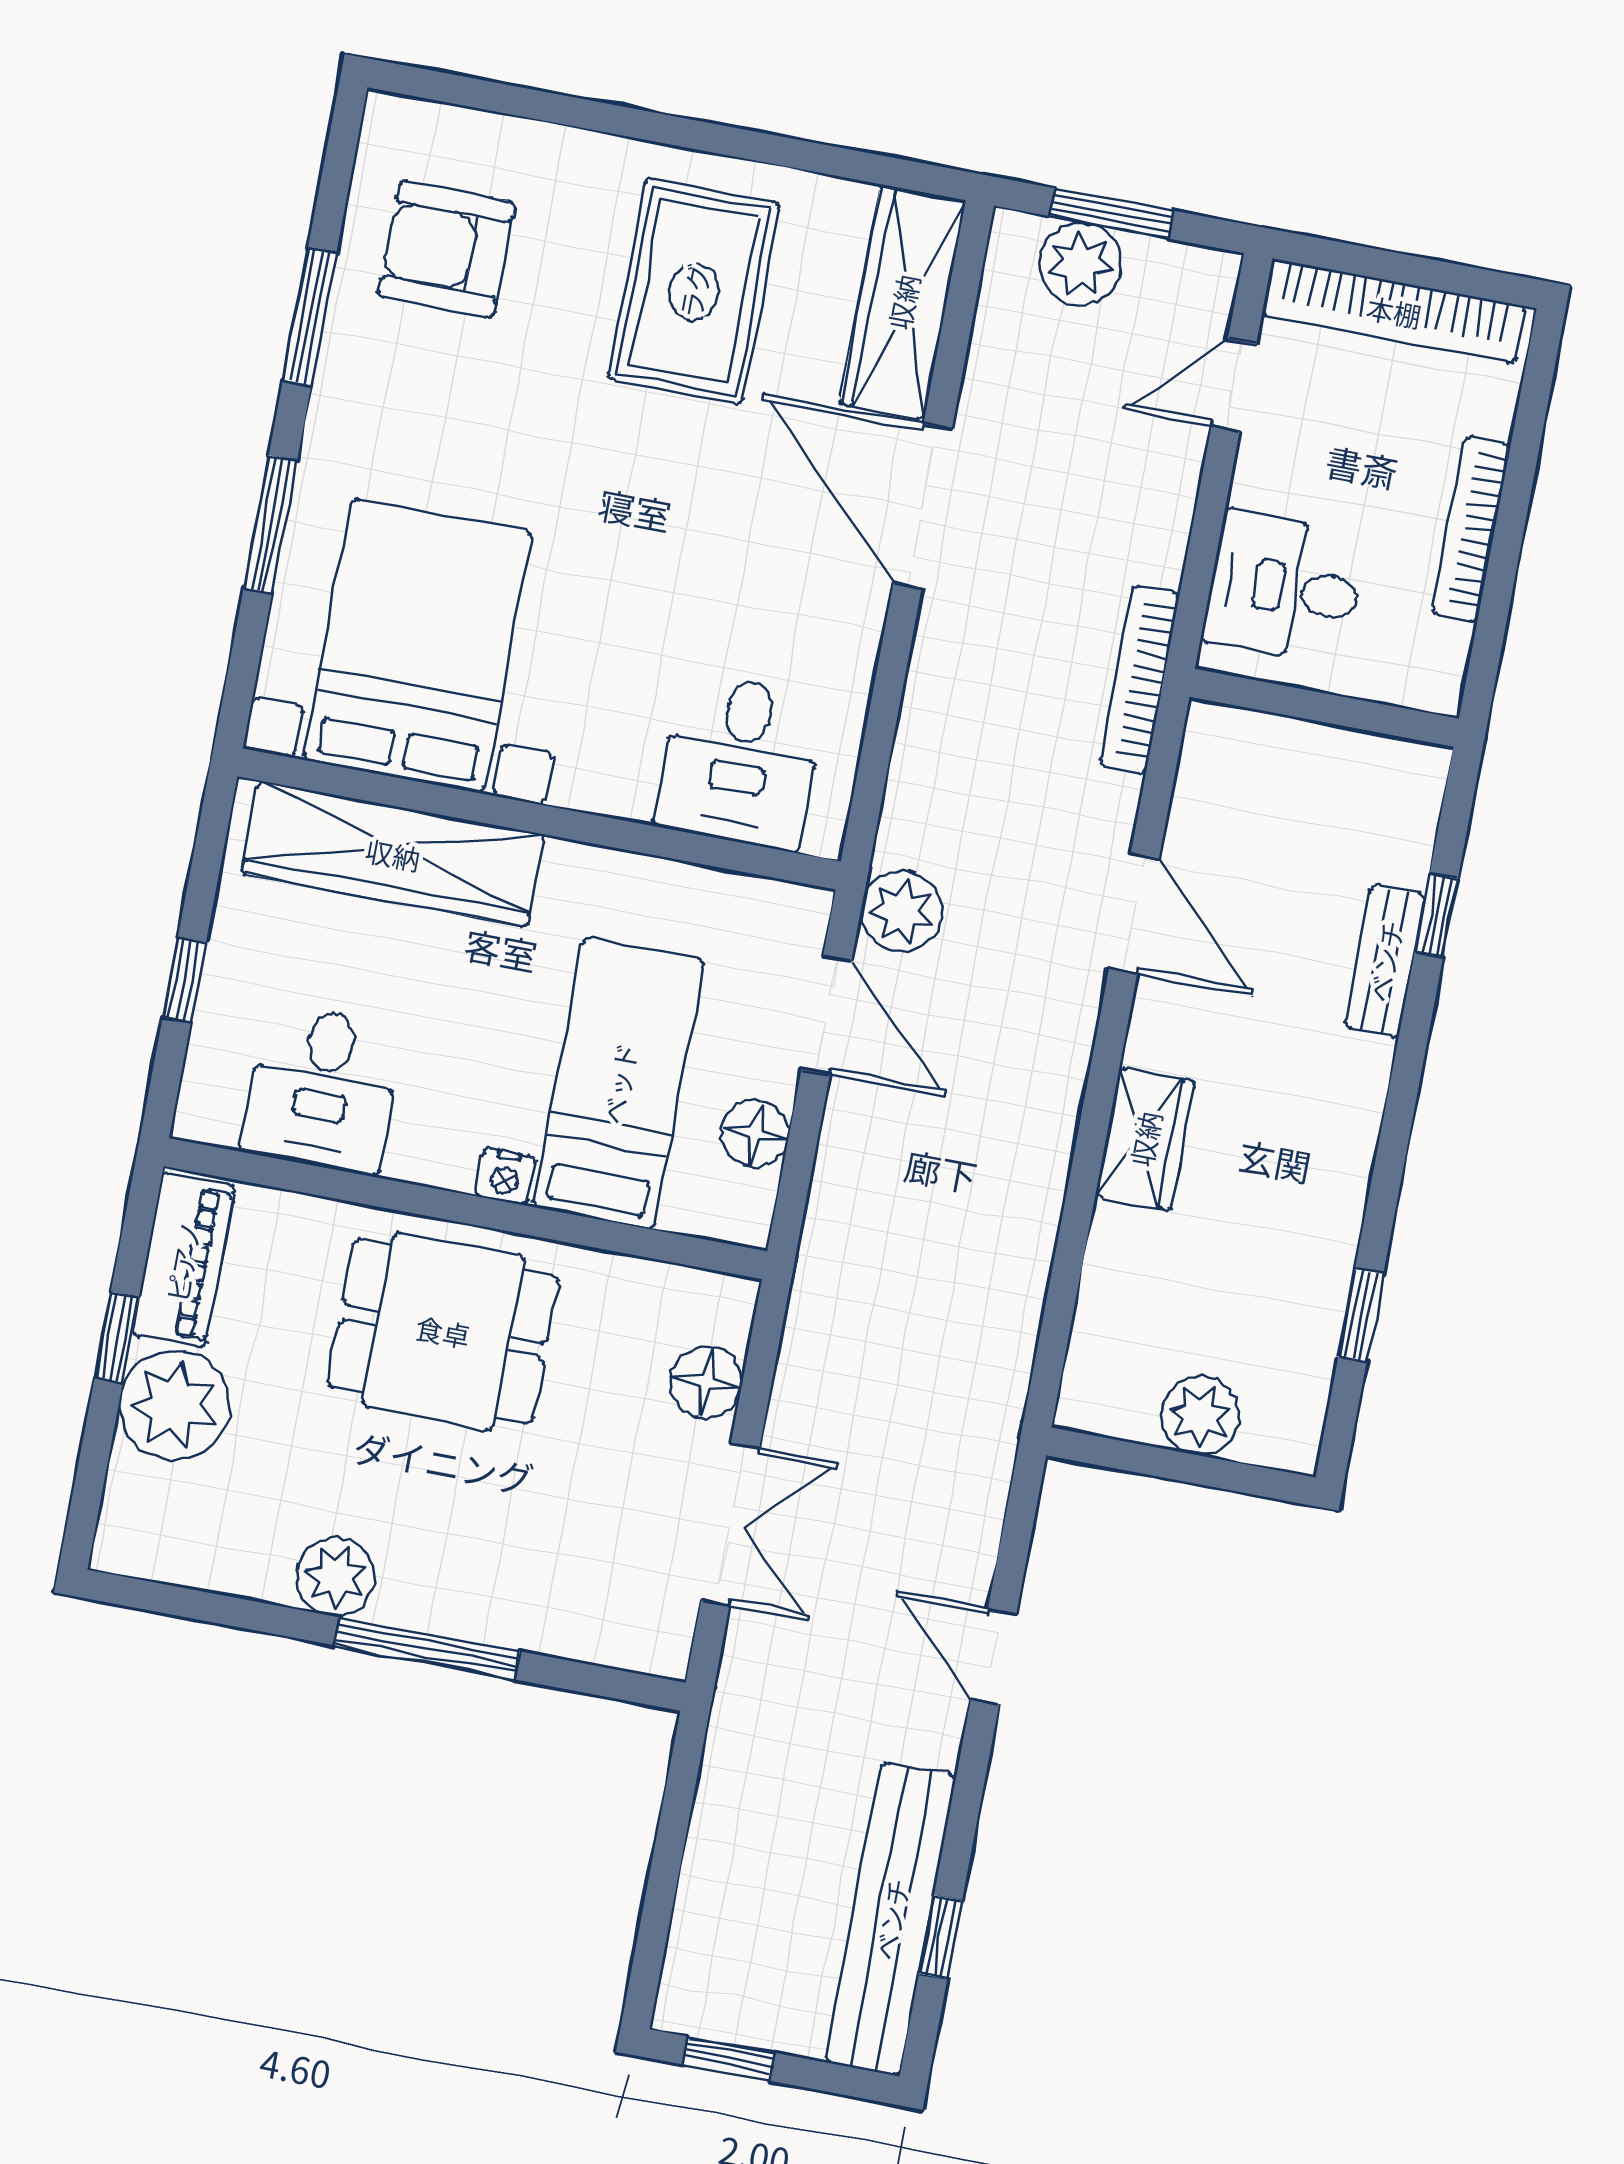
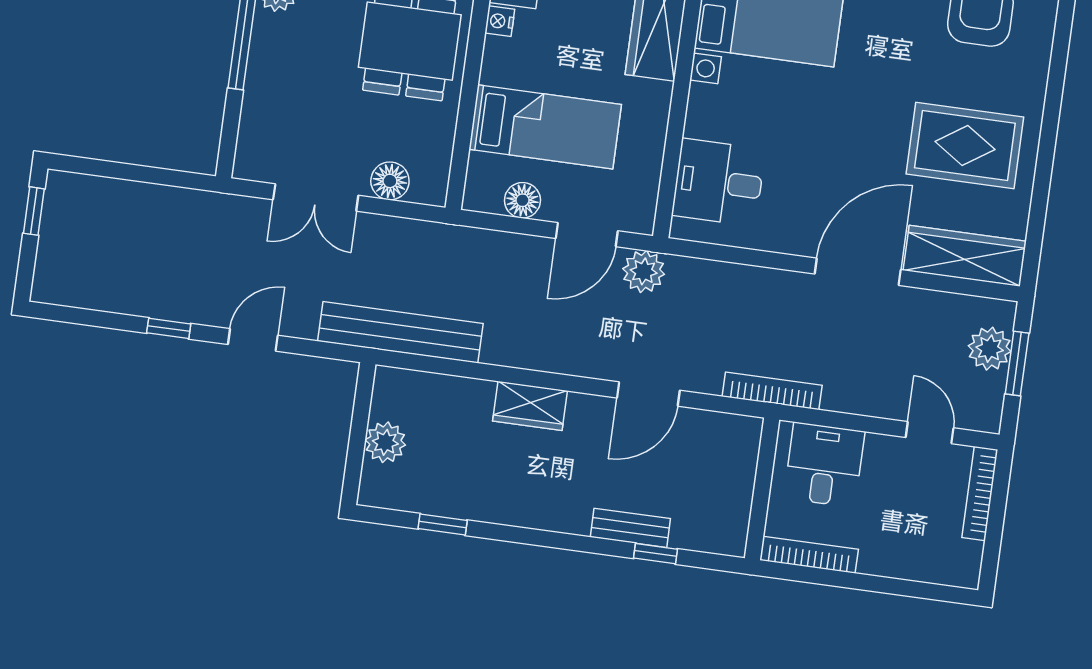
bookcase: (1394, 311) -> (980, 494), width x0.68, depth x0.76
bookcase: (1471, 529) -> (809, 555), moved
nightstand: (505, 1176) -> (500, 21), moved
bench: (891, 1919) -> (400, 332), moved
window: (941, 1937) -> (169, 328), moved

